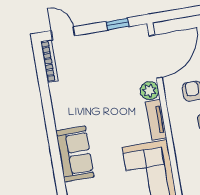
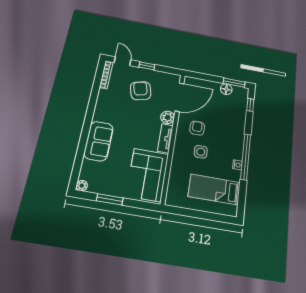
window: (118, 24) -> (147, 66), moved
armchair: (102, 67) -> (141, 91), added

